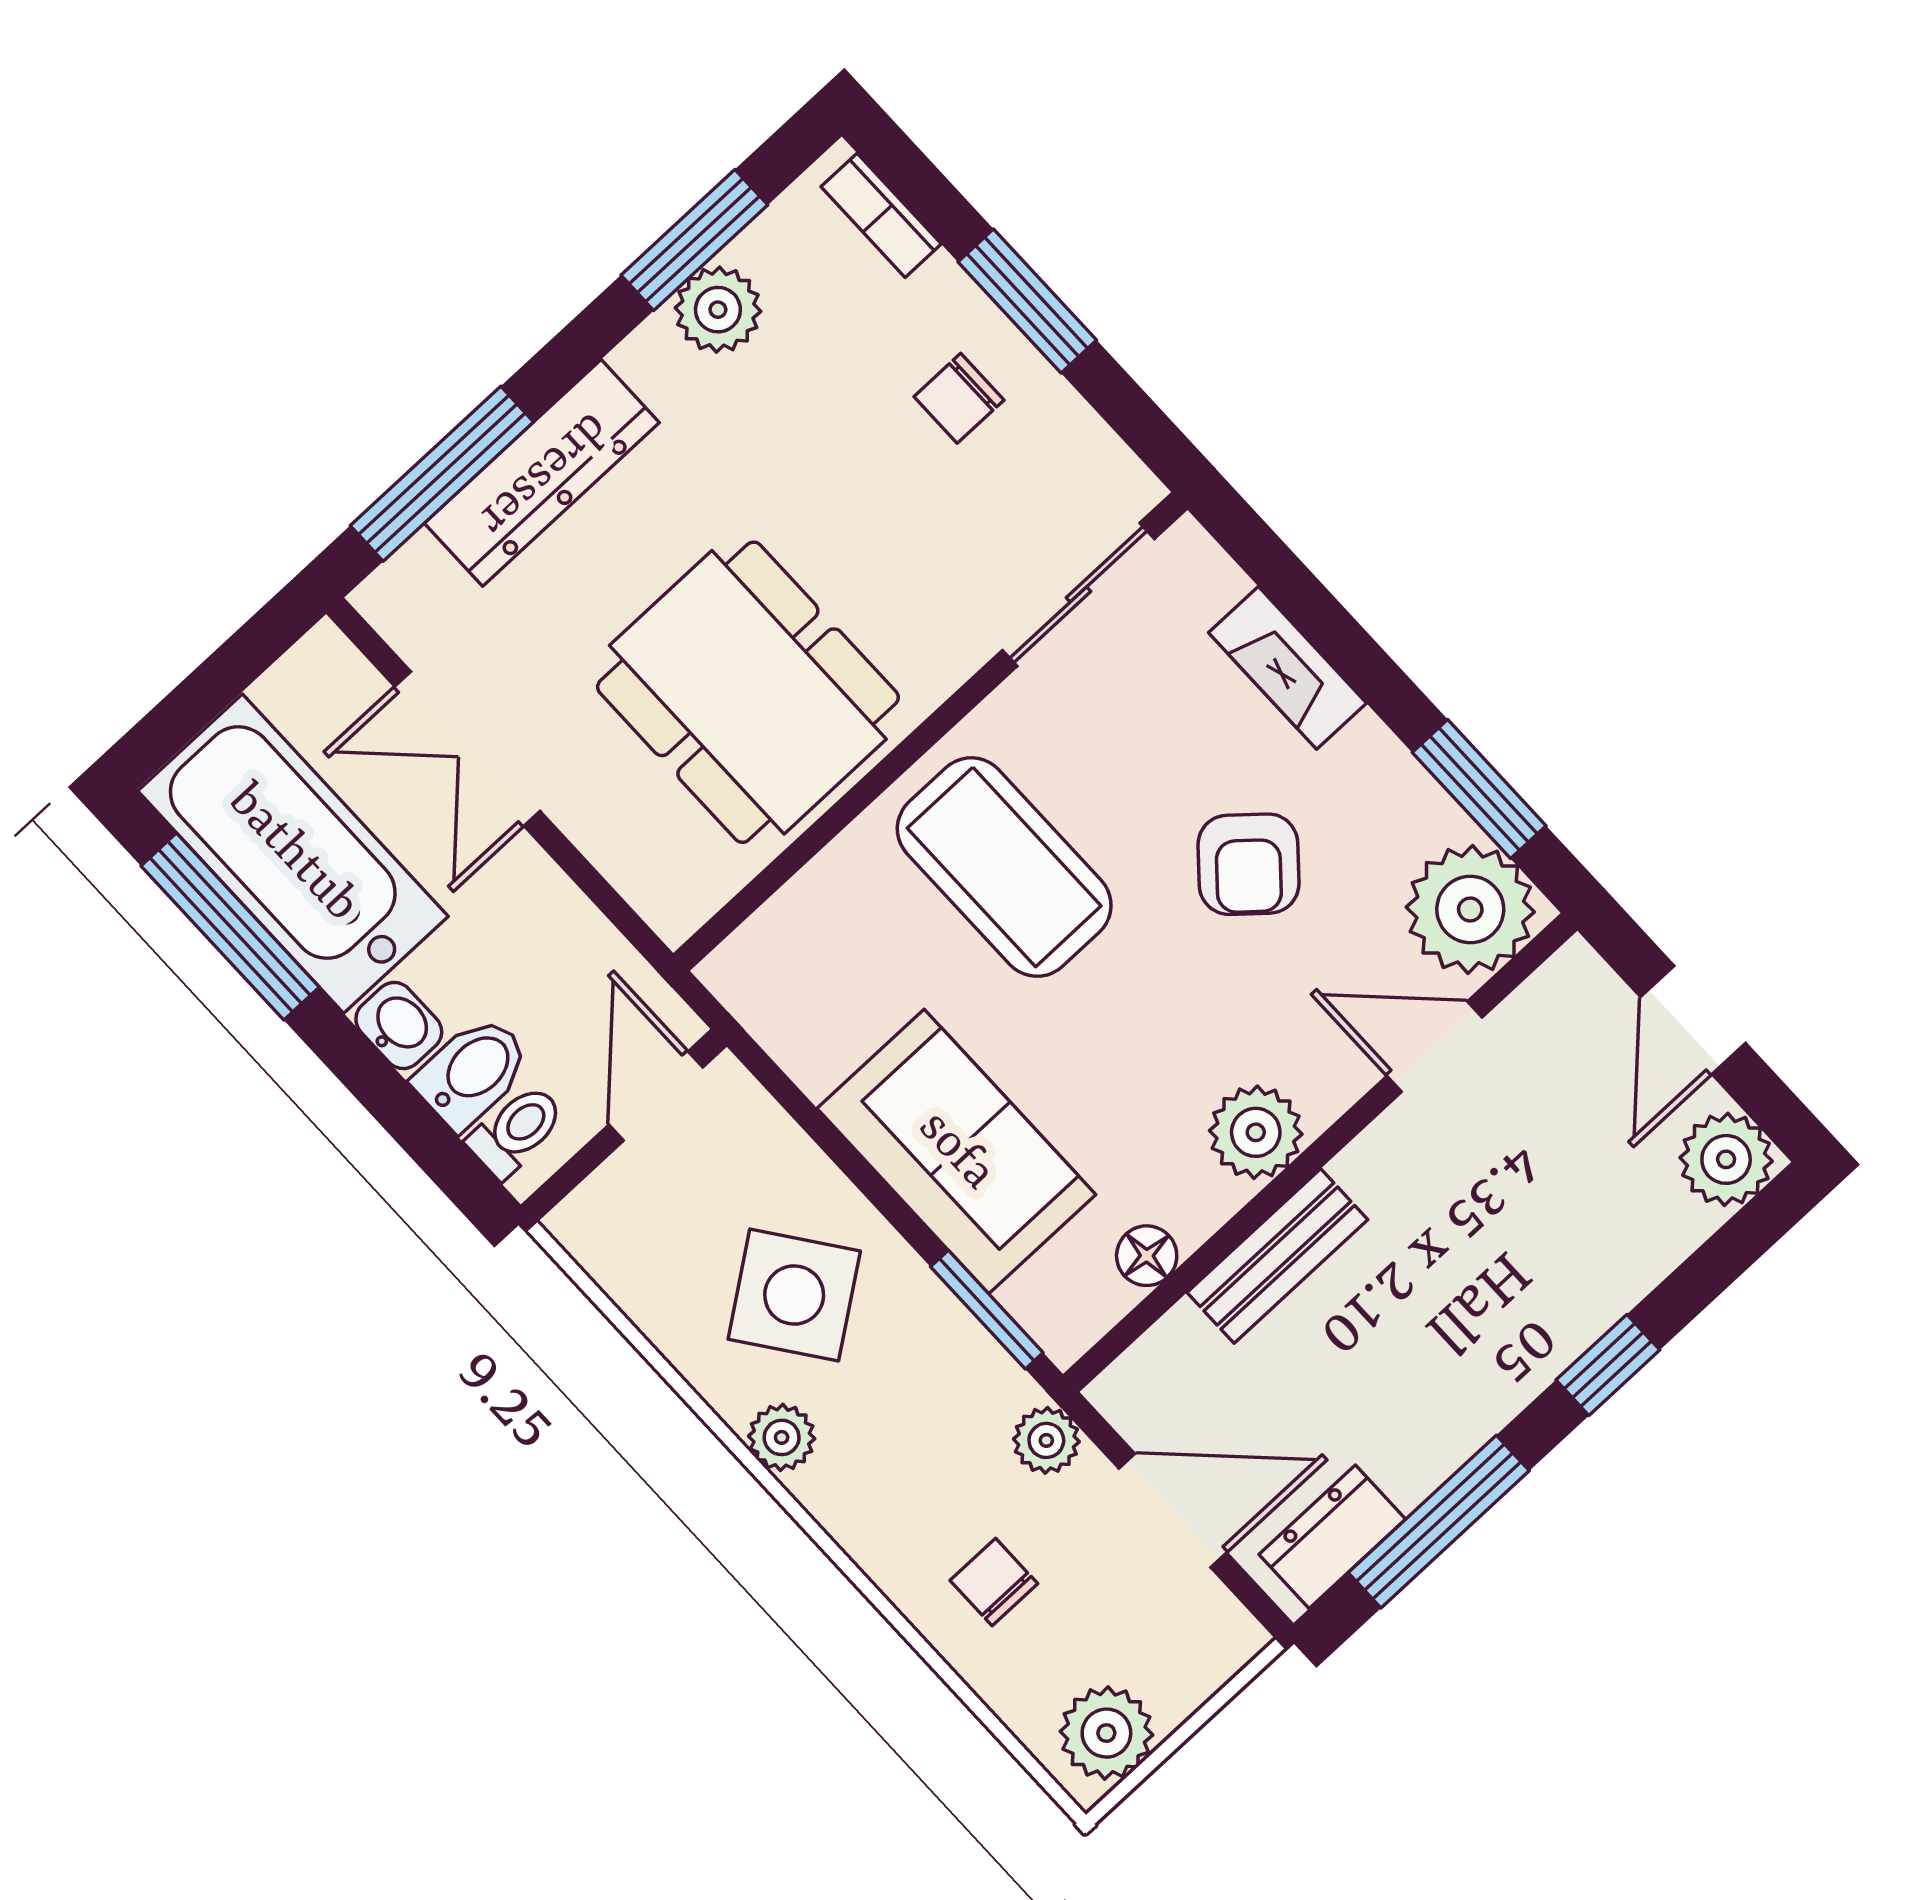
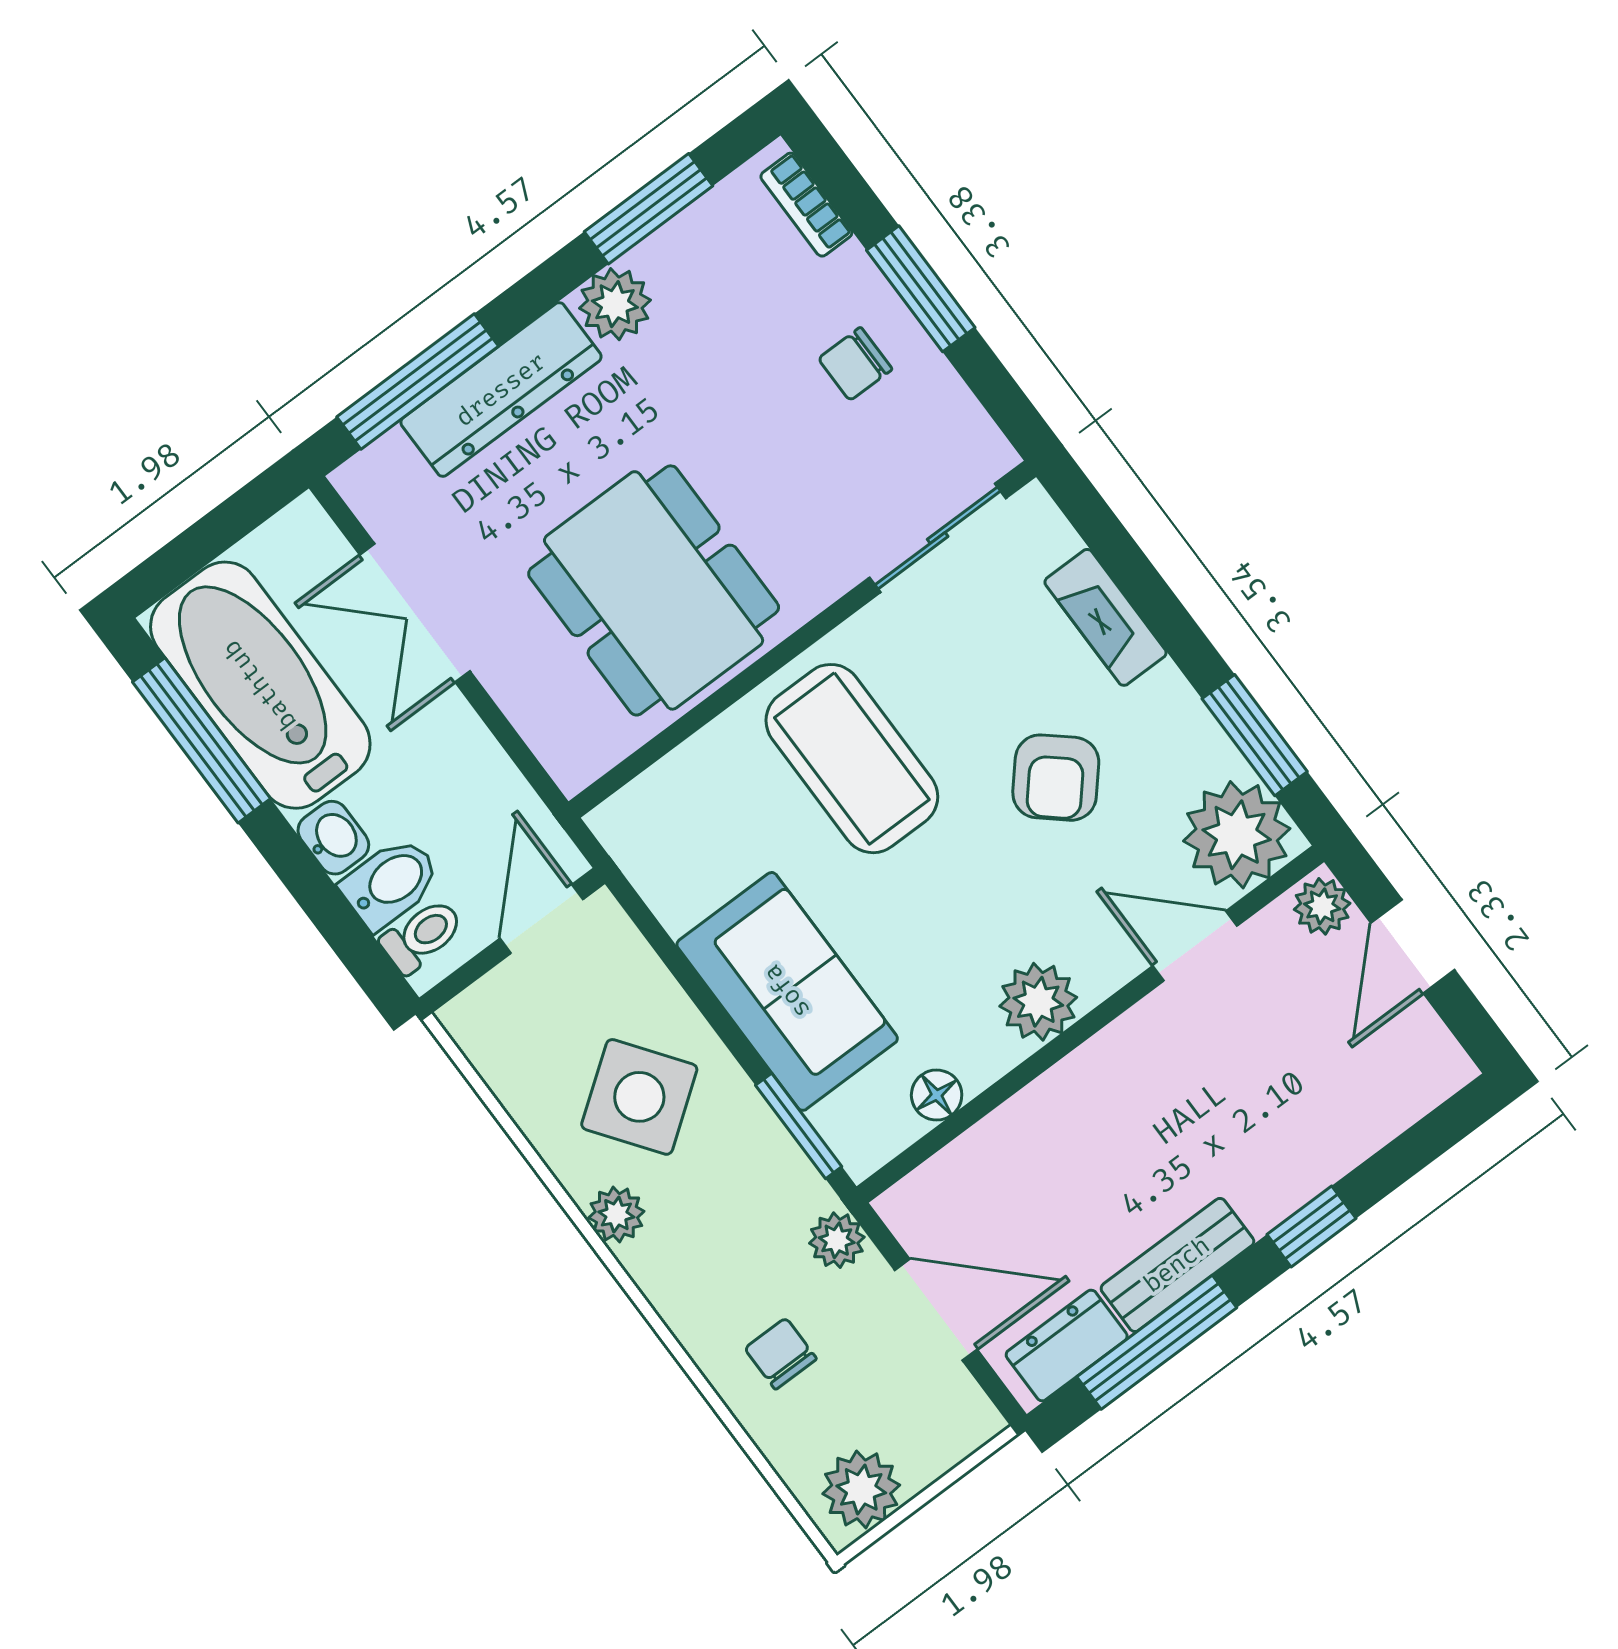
plant: (718, 310) -> (615, 304), moved
plant: (1726, 1159) -> (1322, 906), moved, width x0.73, depth x0.73
bench: (1277, 1256) -> (1177, 1265), moved

